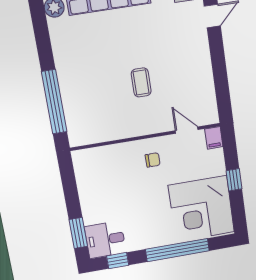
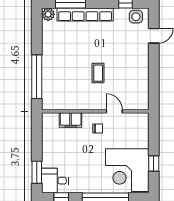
door: (187, 130) -> (114, 111), moved
filing cabinet: (214, 138) -> (71, 120), moved, width x2.00
window: (234, 180) -> (154, 164), moved

